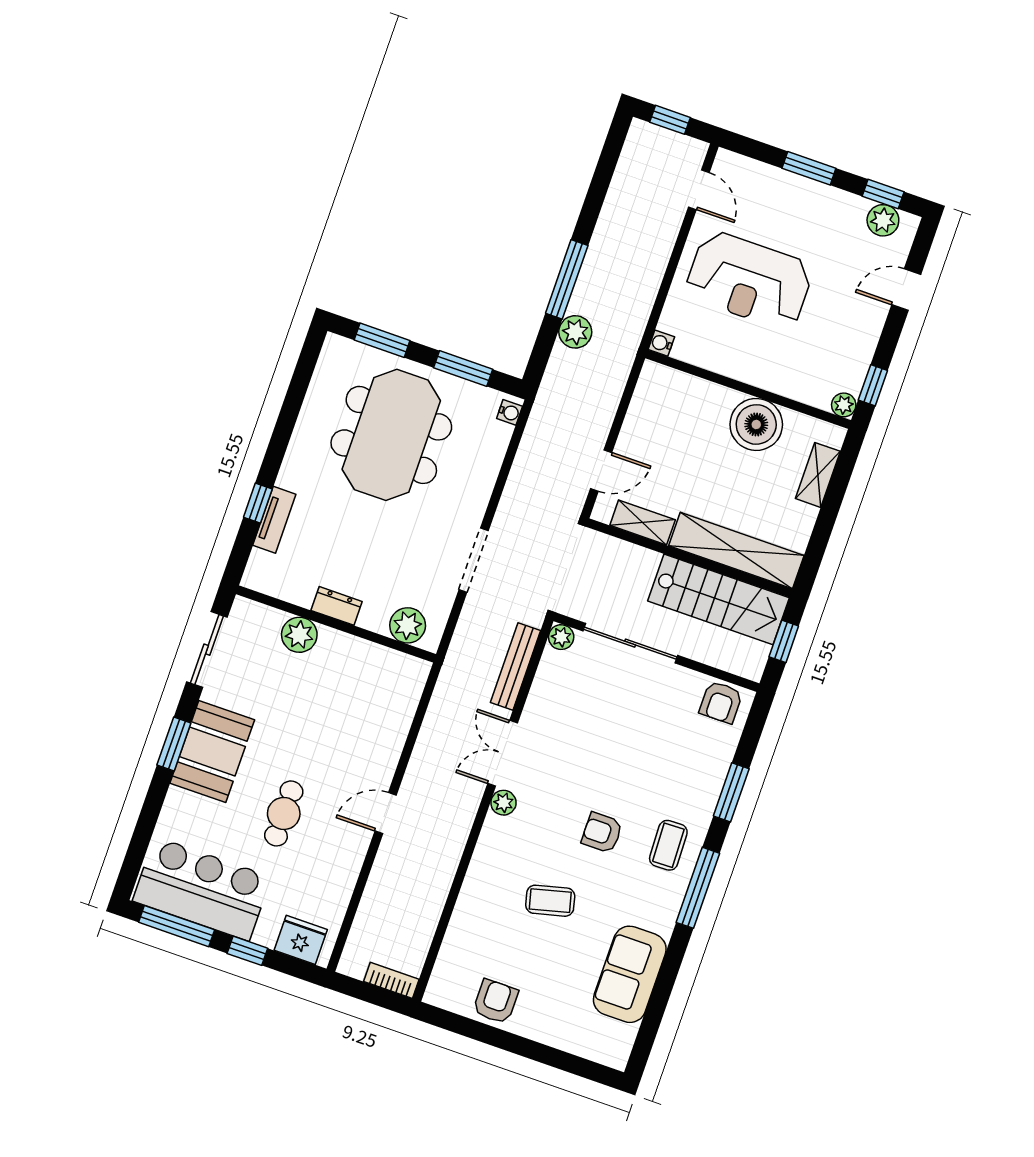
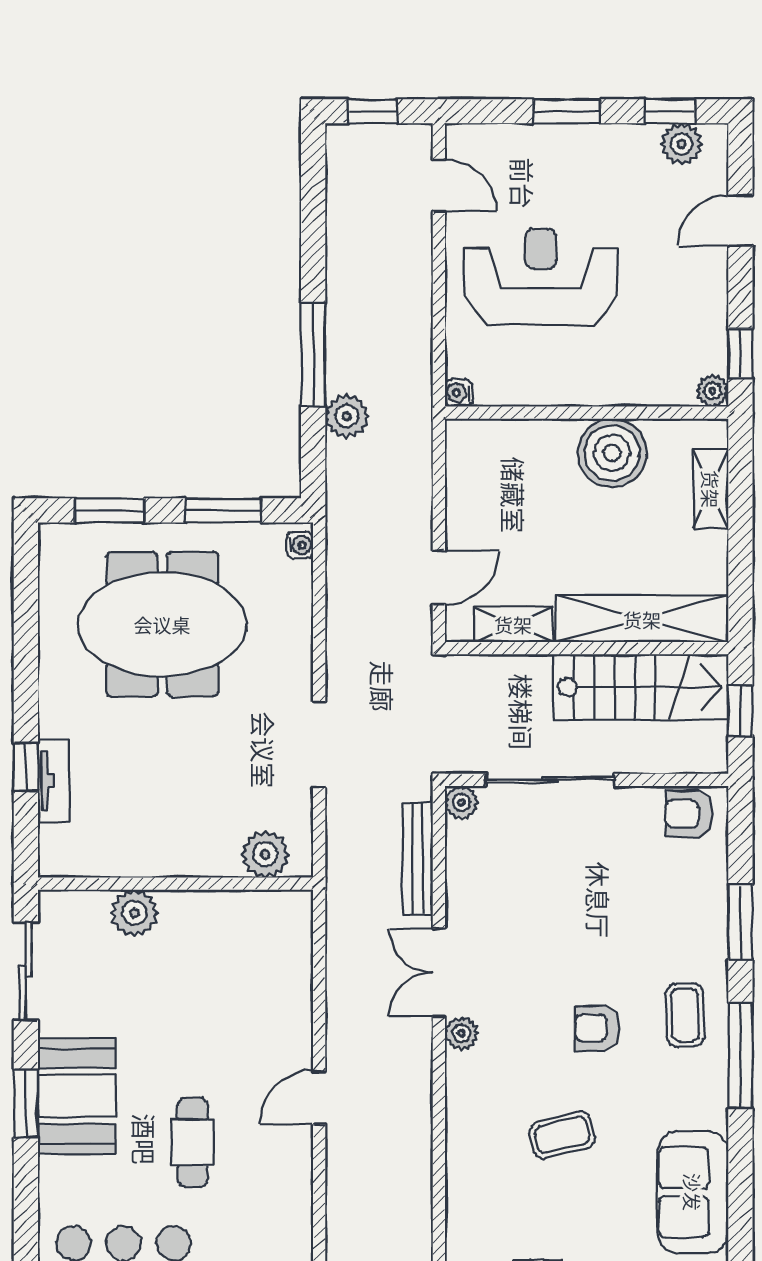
reception desk: (749, 280) -> (541, 277), turned 180
meeting table: (391, 435) -> (162, 624), turned 90
dresser: (337, 606) -> (168, 861), removed
armchair: (721, 702) -> (689, 814), turned 90

